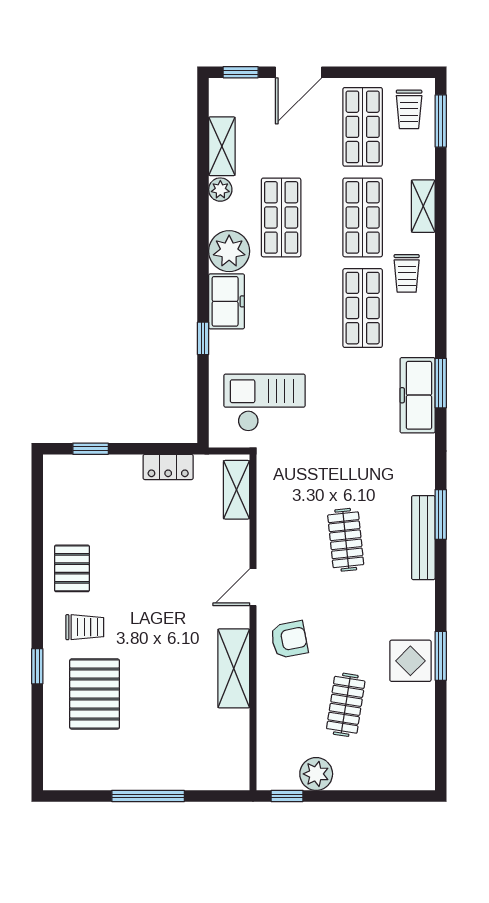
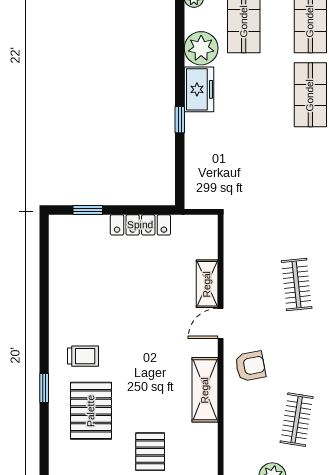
checkout: (265, 403) -> (230, 172), removed
locker: (168, 467) -> (140, 225), width x1.53
shelving: (236, 490) -> (207, 284), moved
pallet: (72, 568) -> (150, 452), moved

